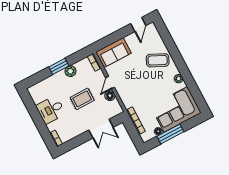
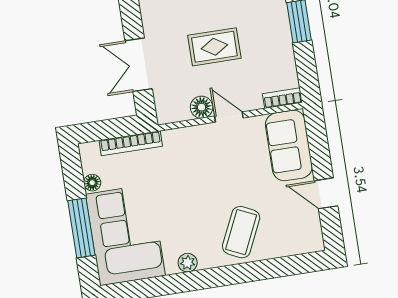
door: (138, 25) -> (326, 193), moved
plant: (70, 71) -> (281, 42), removed
rug: (82, 99) -> (214, 47), turned 90
window: (170, 134) -> (81, 228), moved

